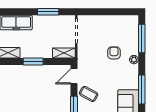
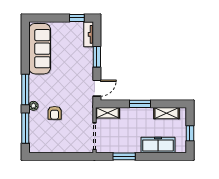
window: (142, 90) -> (25, 90), moved
coffee table: (89, 94) -> (81, 70), removed

